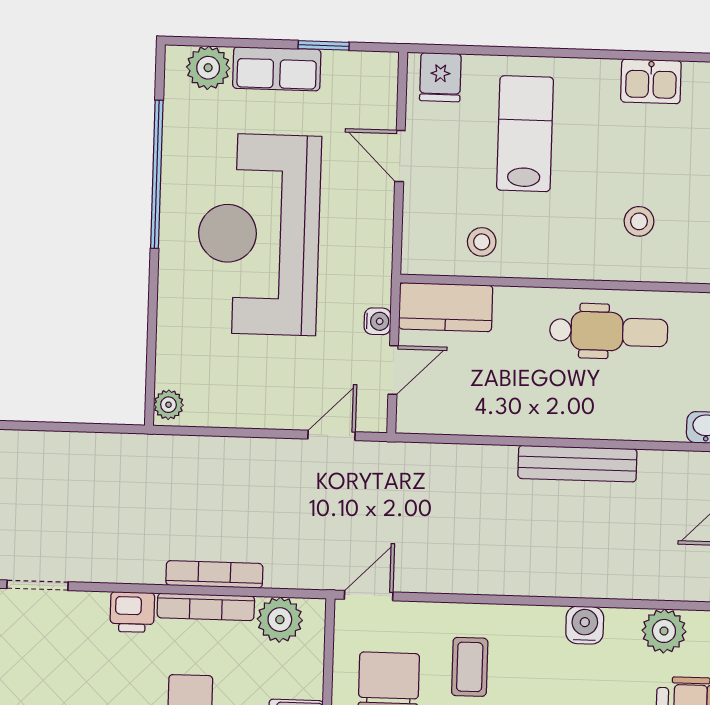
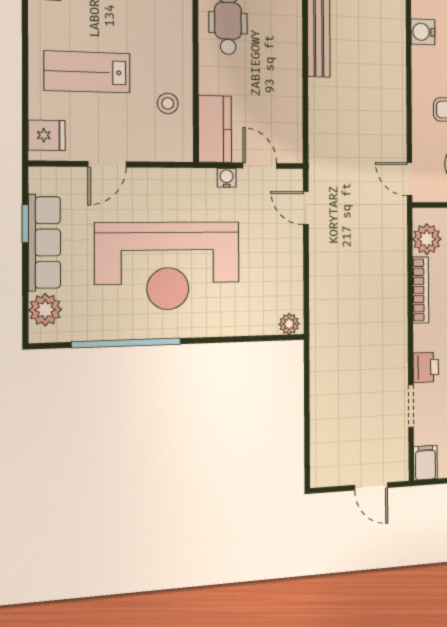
row of seats: (277, 69) -> (44, 242), width x1.48
bookcase: (214, 574) -> (400, 285), removed
printer: (132, 612) -> (426, 367), moved

